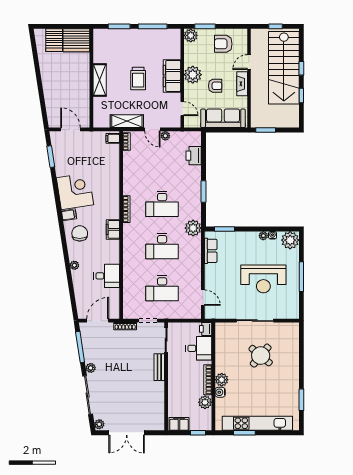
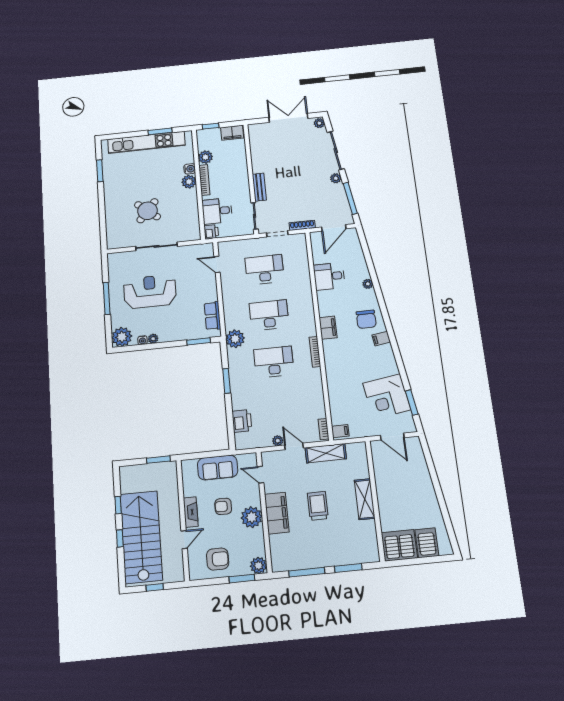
sofa: (223, 118) -> (218, 468), width x0.73
corner desk: (75, 191) -> (387, 396), moved

